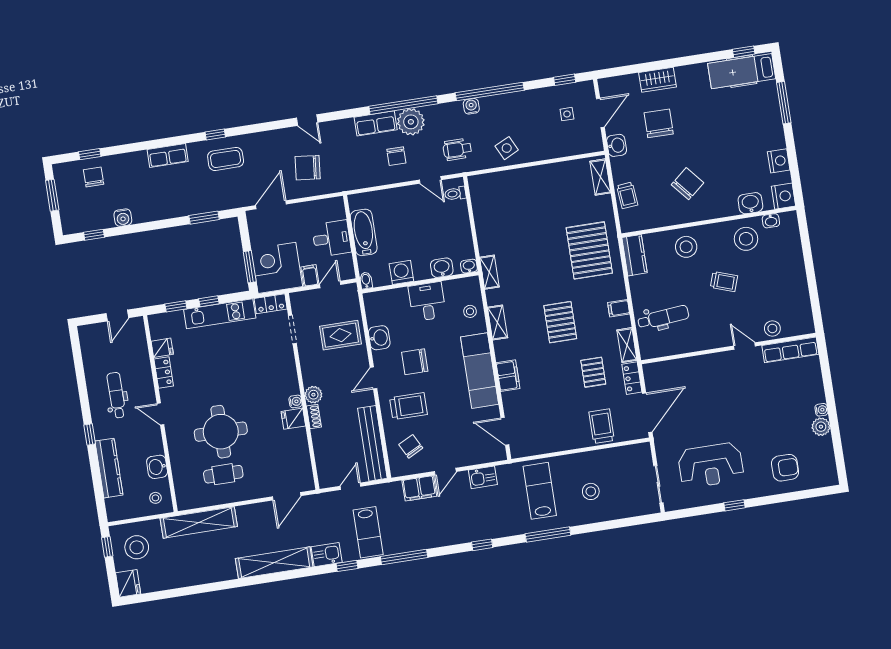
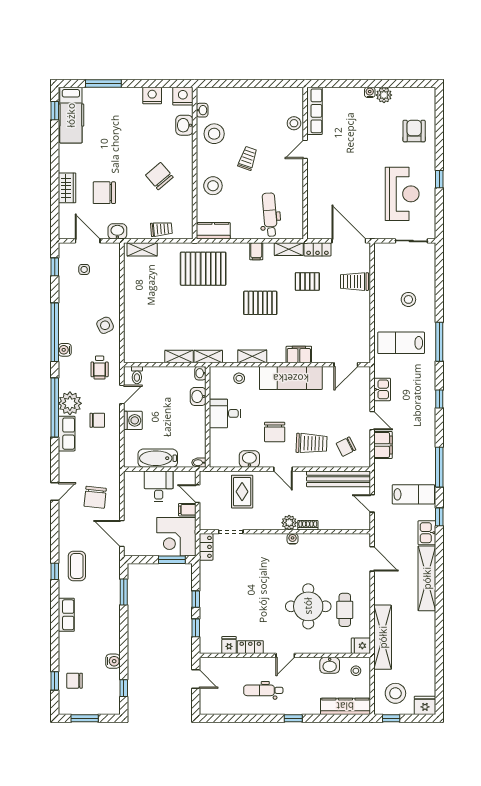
shelving: (484, 239) -> (179, 356), added
washing machine: (401, 272) -> (133, 420), moved, turned 180
kitchen unit: (220, 314) -> (208, 592), removed
trolley: (408, 406) -> (312, 443), turned 92
fridge: (293, 419) -> (361, 646), moved, turned 90
kitchen counter: (109, 468) -> (345, 706), moved

